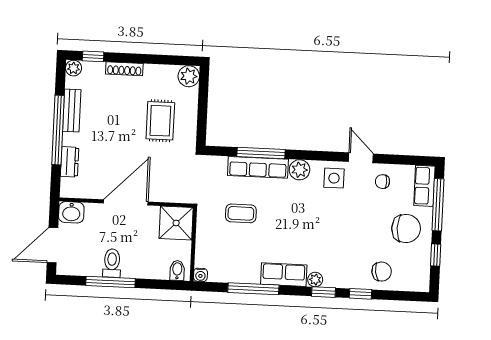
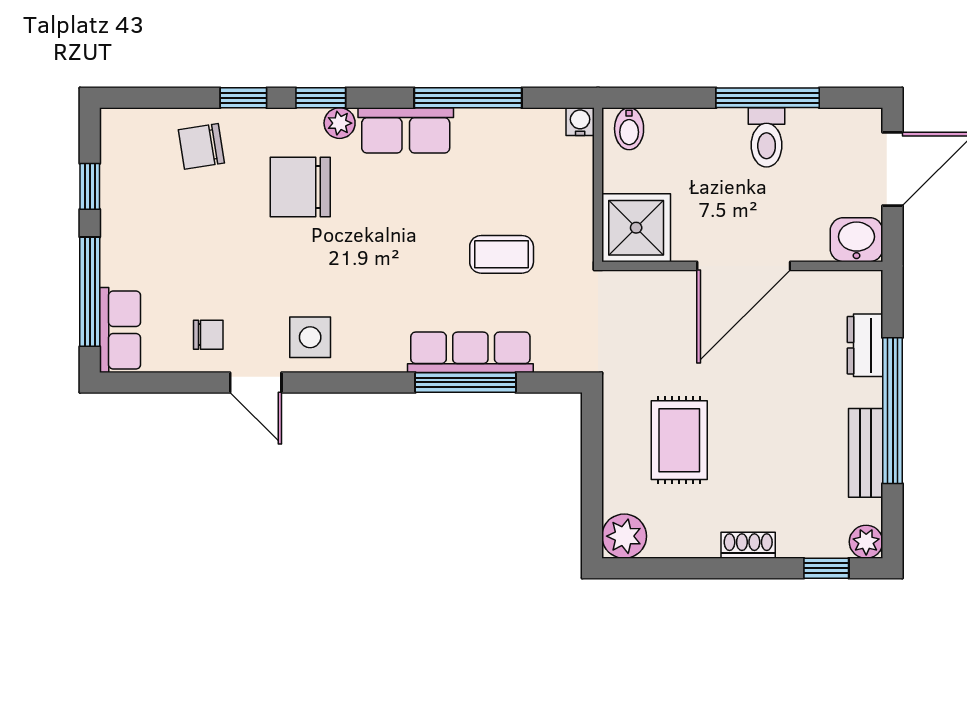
shoe rack: (124, 69) -> (748, 545), width x0.70
plant: (299, 170) -> (383, 351), removed
chair: (406, 228) -> (300, 187), moved

